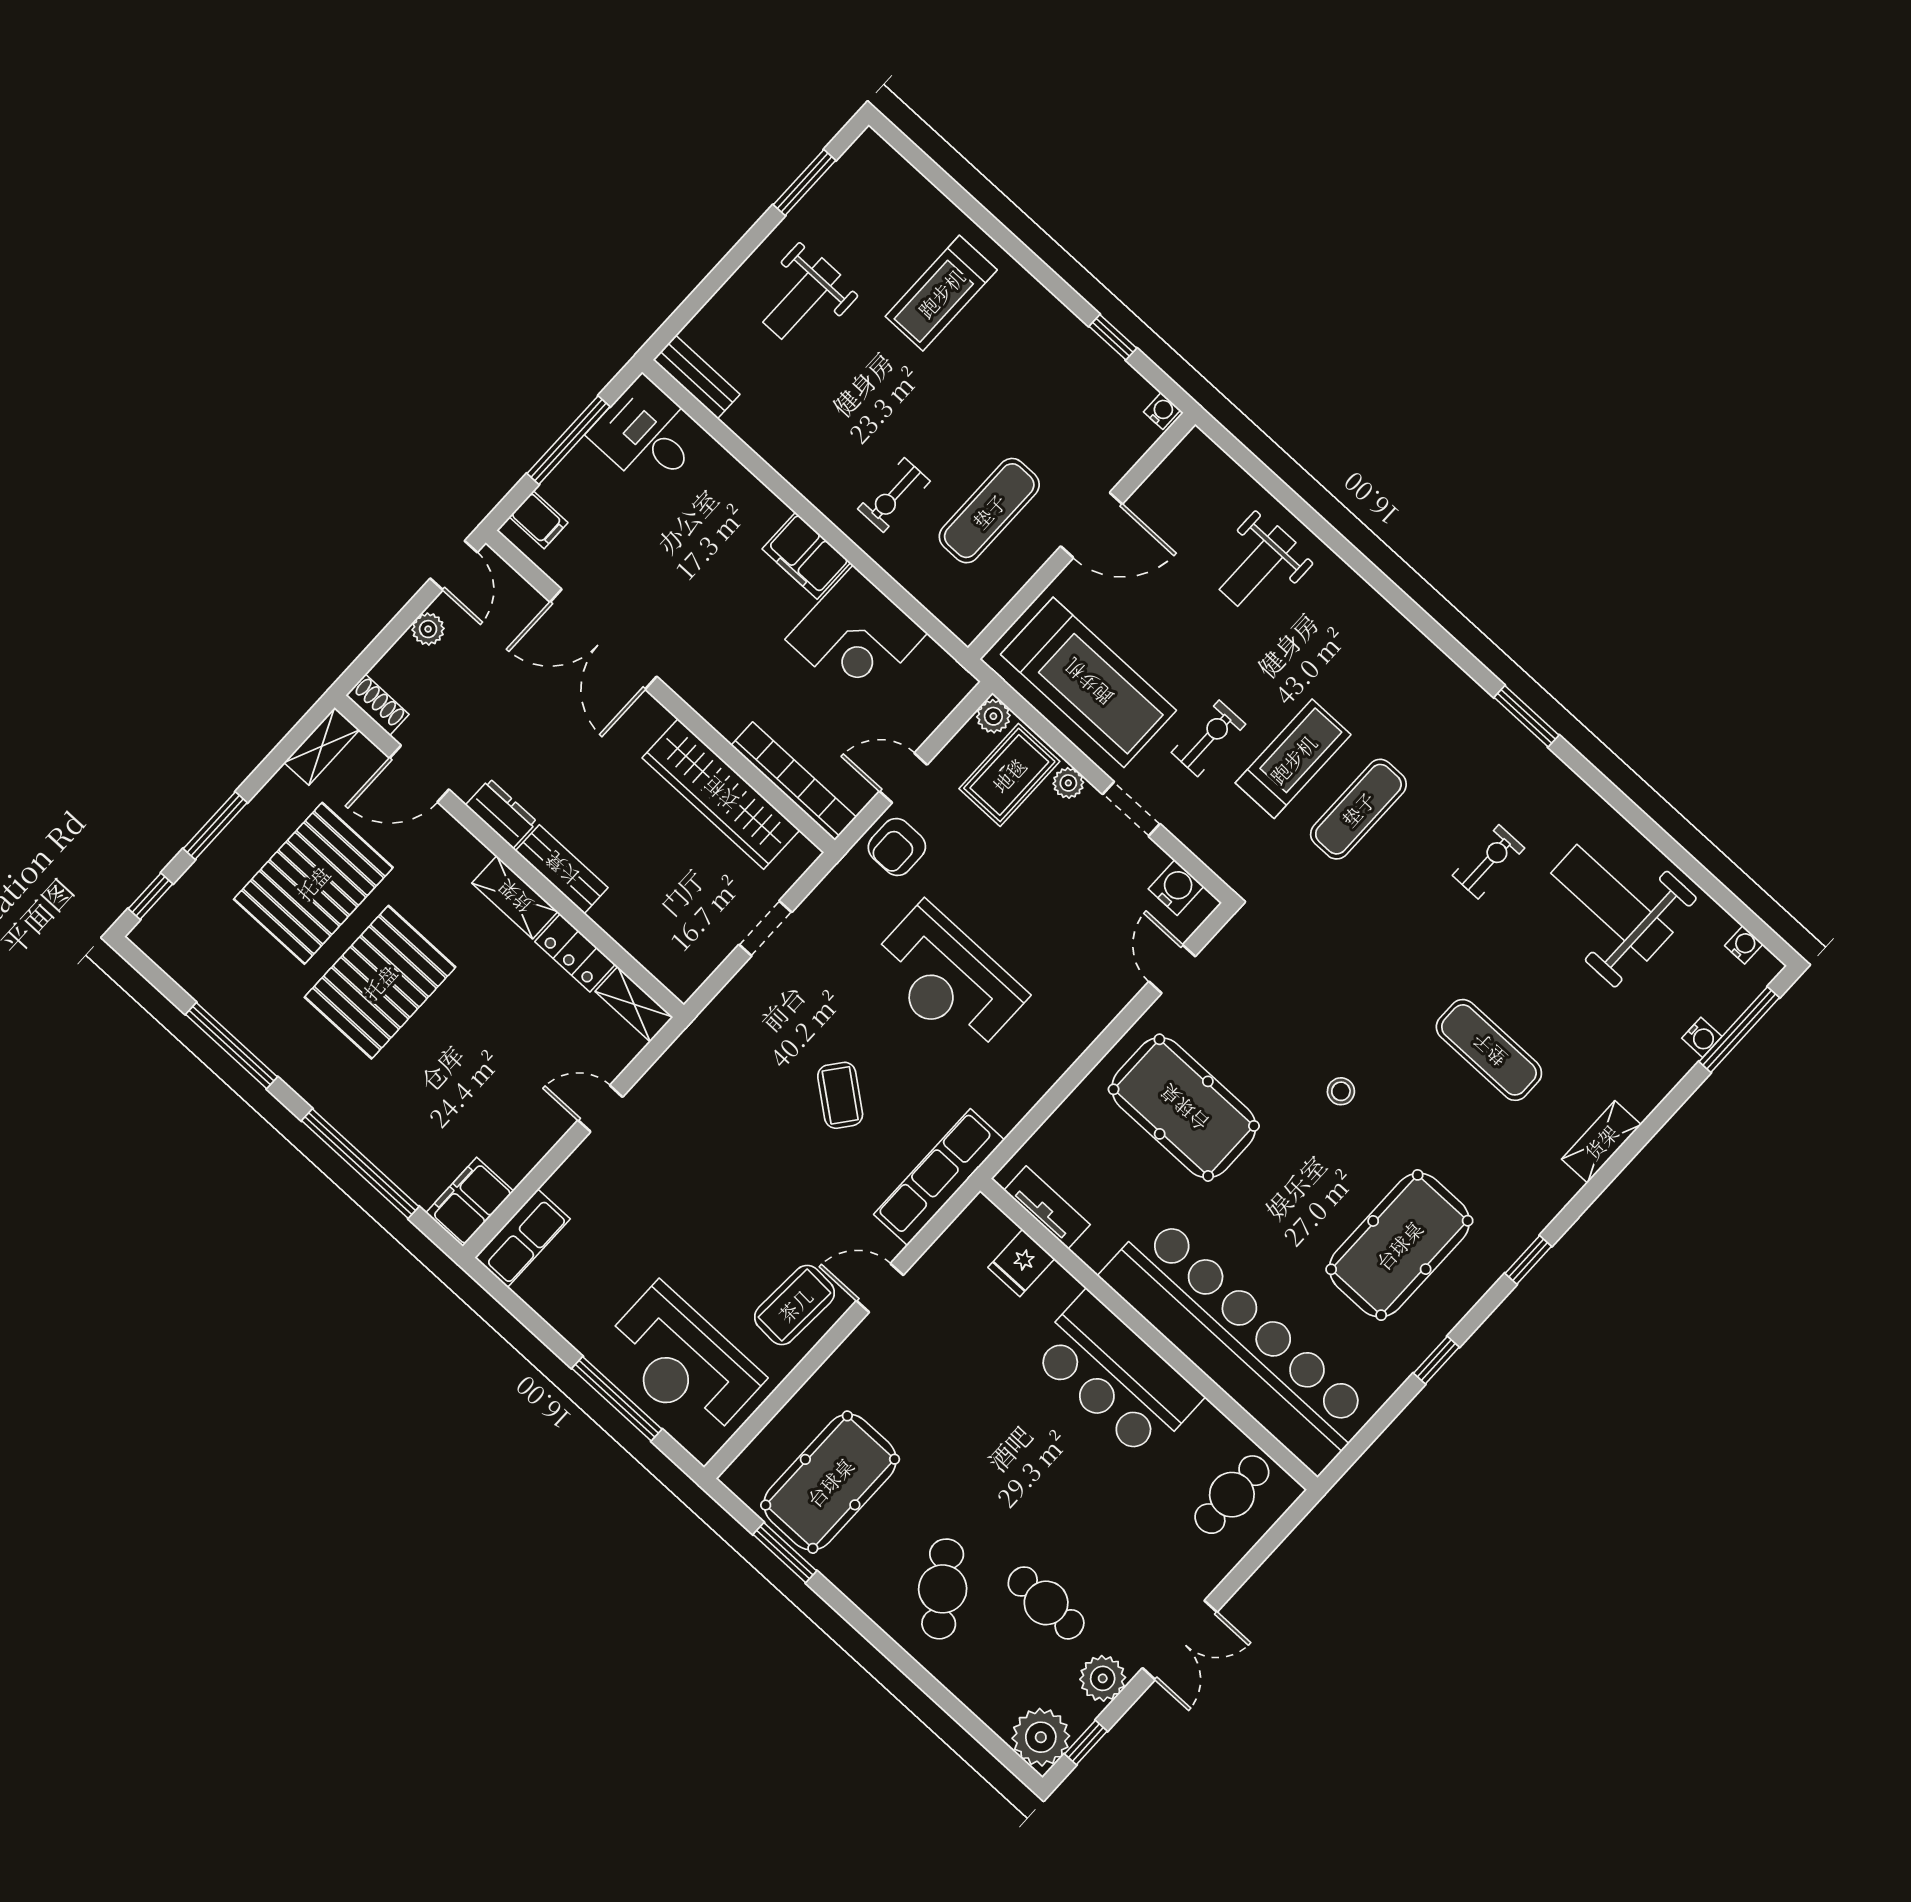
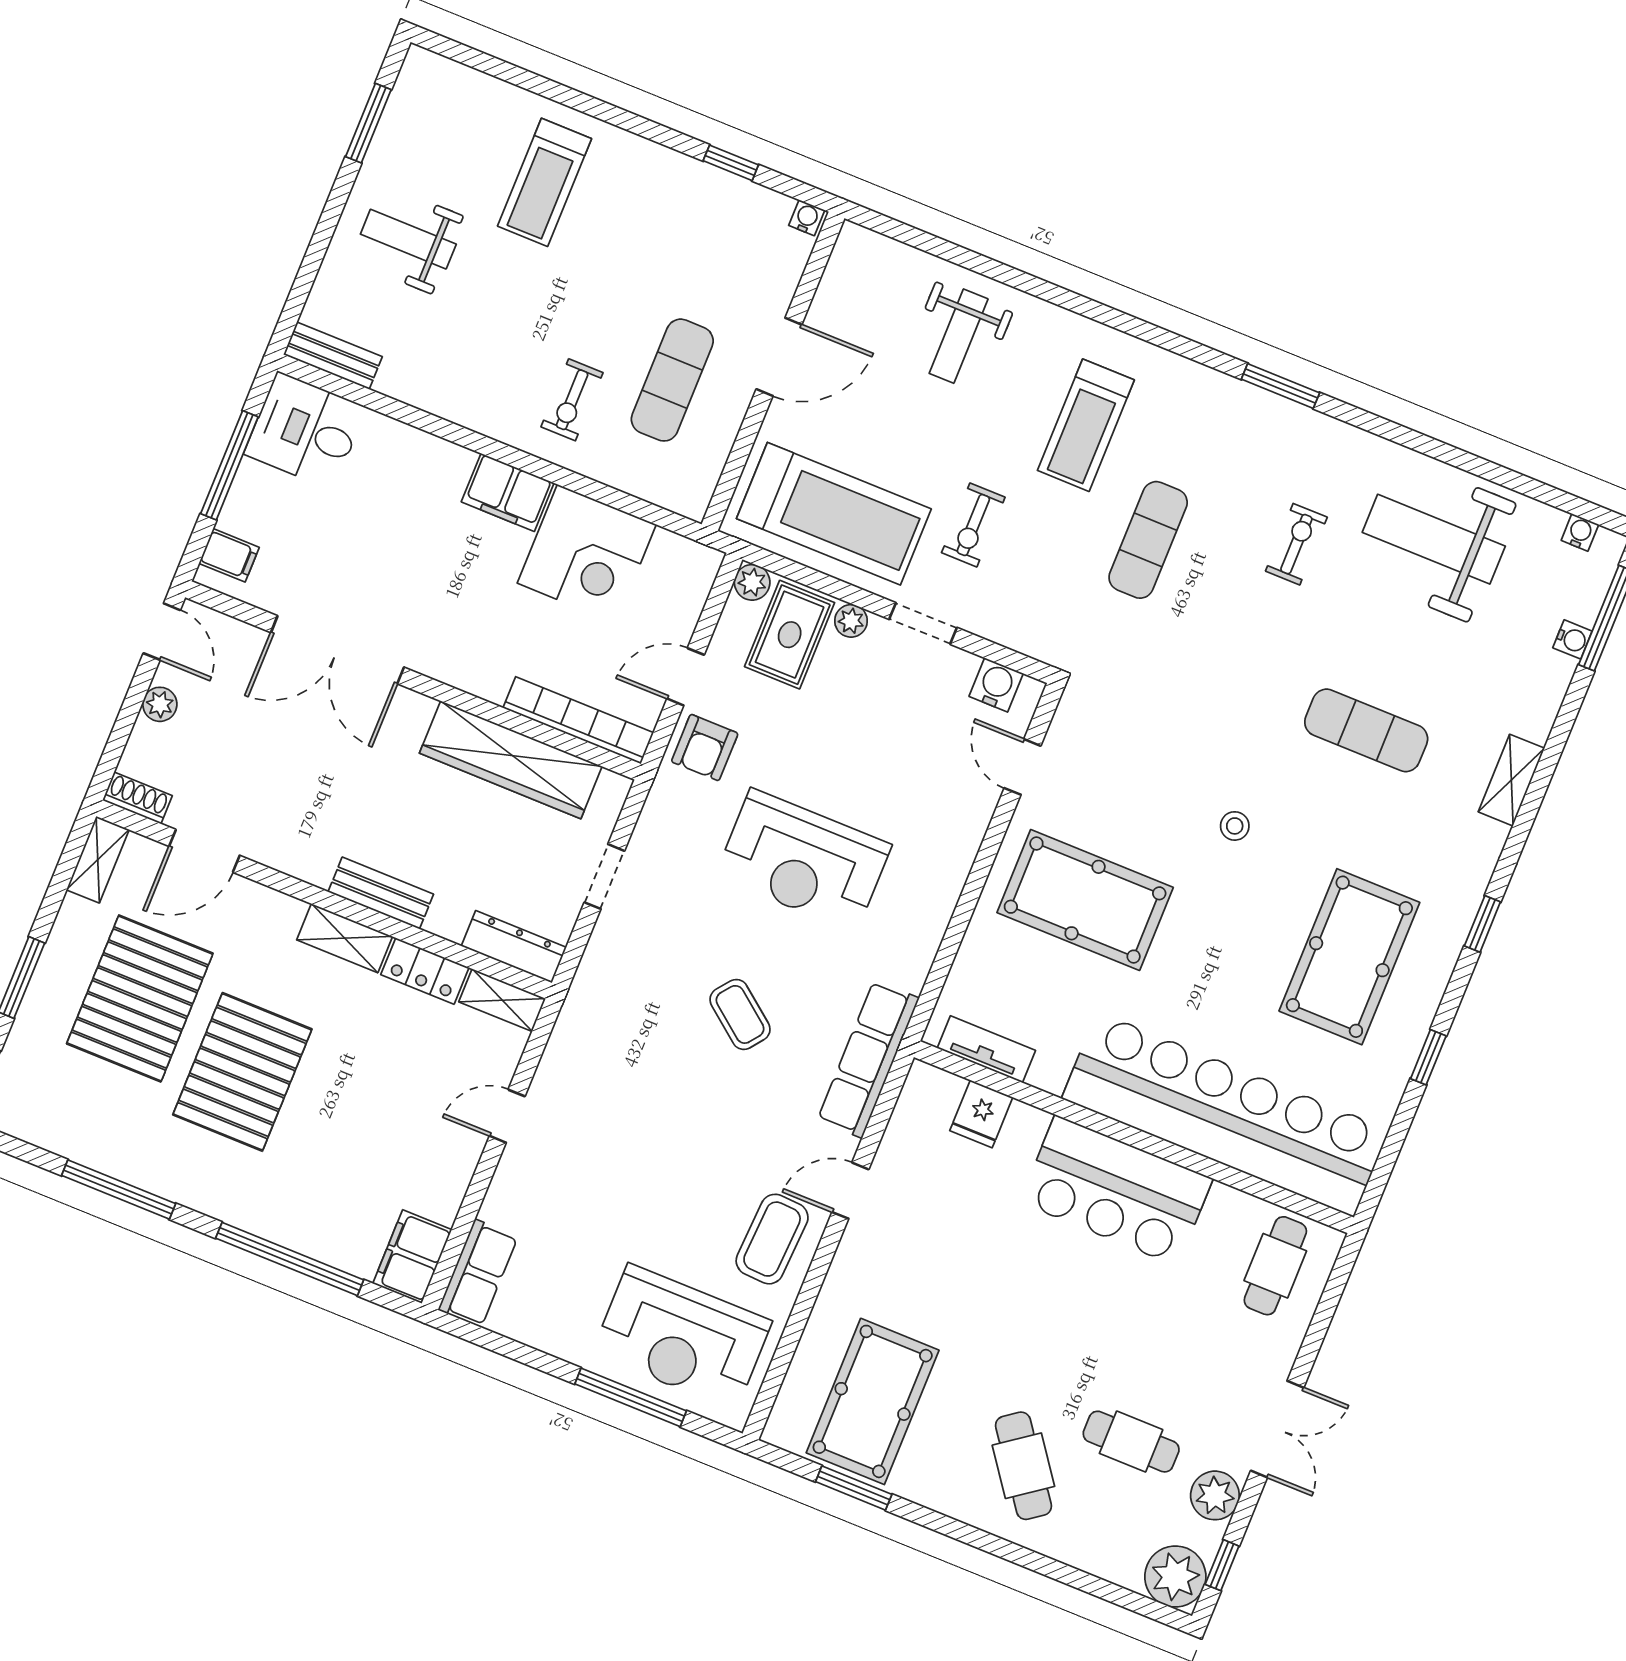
weight bench: (802, 299) -> (408, 239), turned 90
exercise bike: (1208, 738) -> (973, 525), turned 180
treadmill: (1293, 759) -> (1086, 425), moved, turned 180
dresser: (501, 813) -> (514, 947), moved, width x1.44

